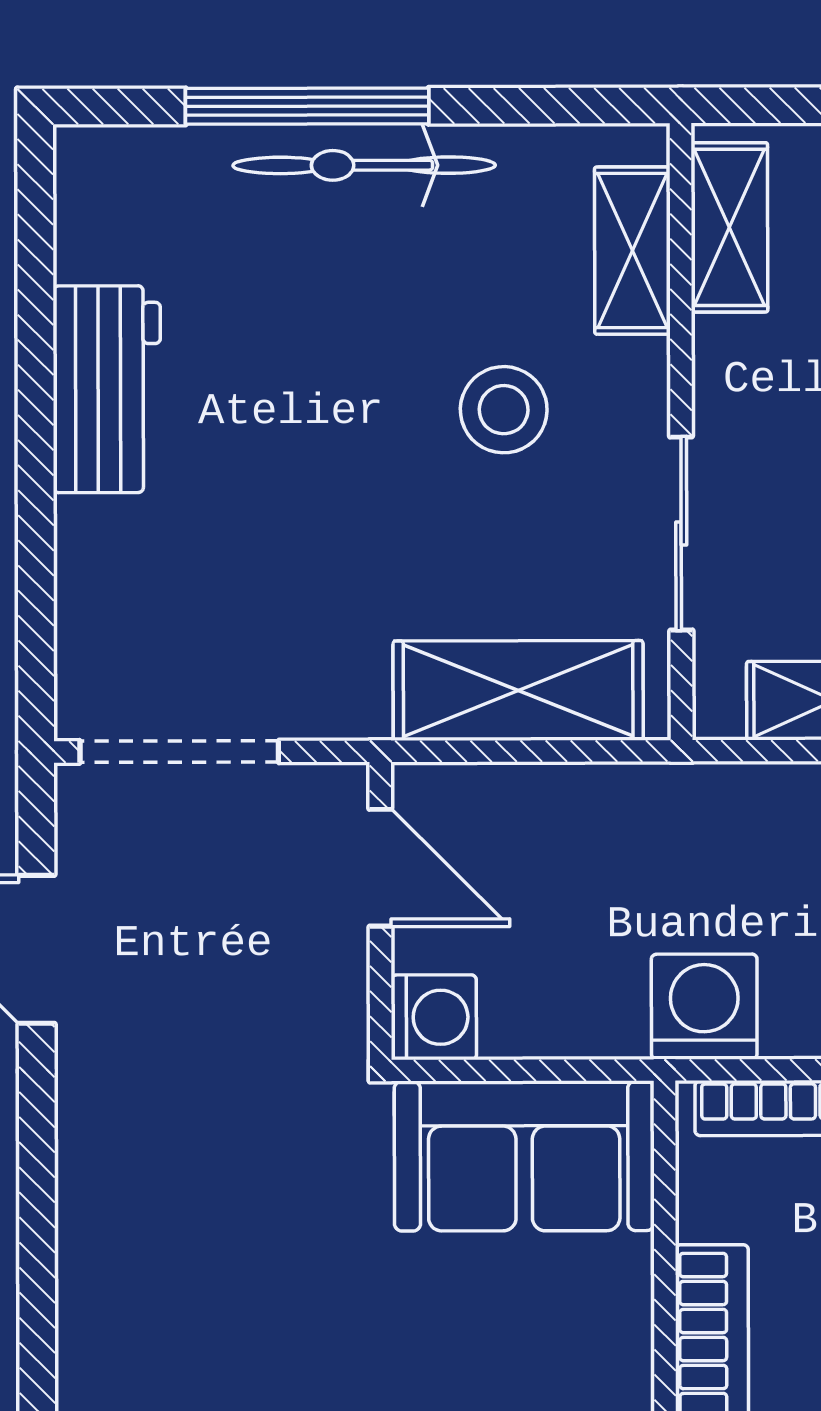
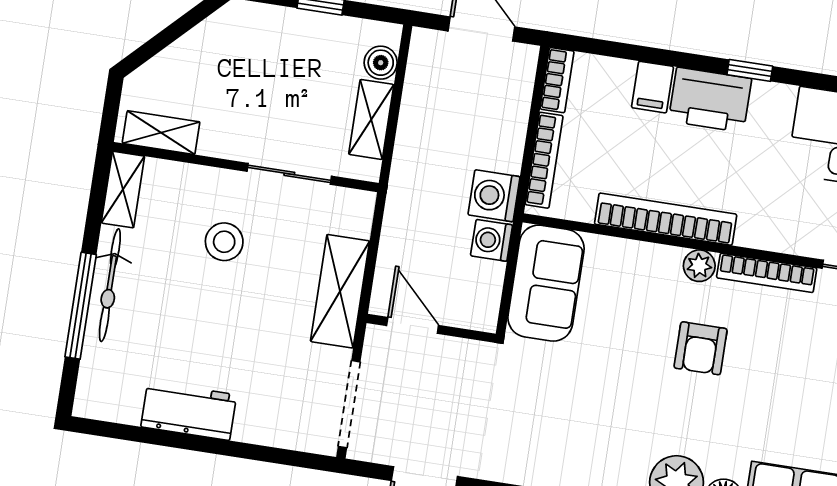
shelving: (632, 251) -> (123, 190), moved, turned 90
shelving: (518, 691) -> (340, 291), moved
door: (380, 868) -> (413, 325), hinge flipped
washing machine: (434, 1017) -> (492, 240), moved, turned -90

